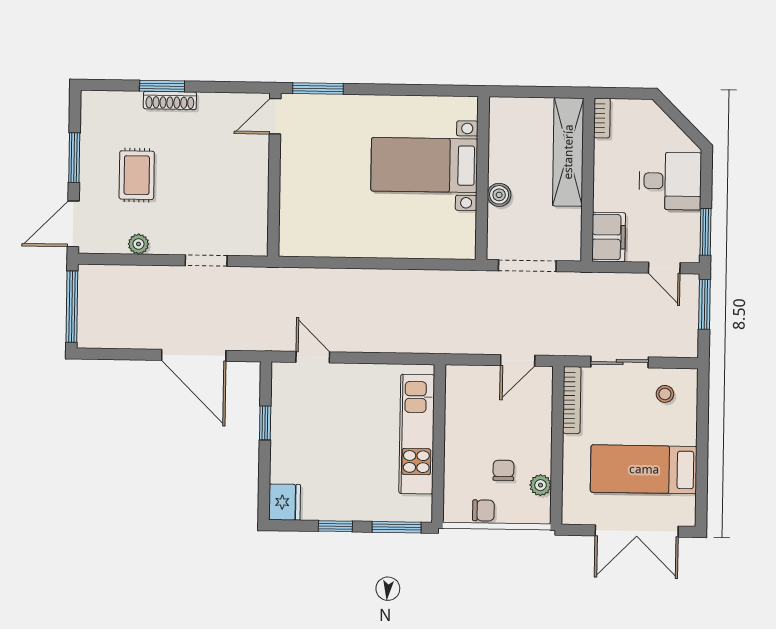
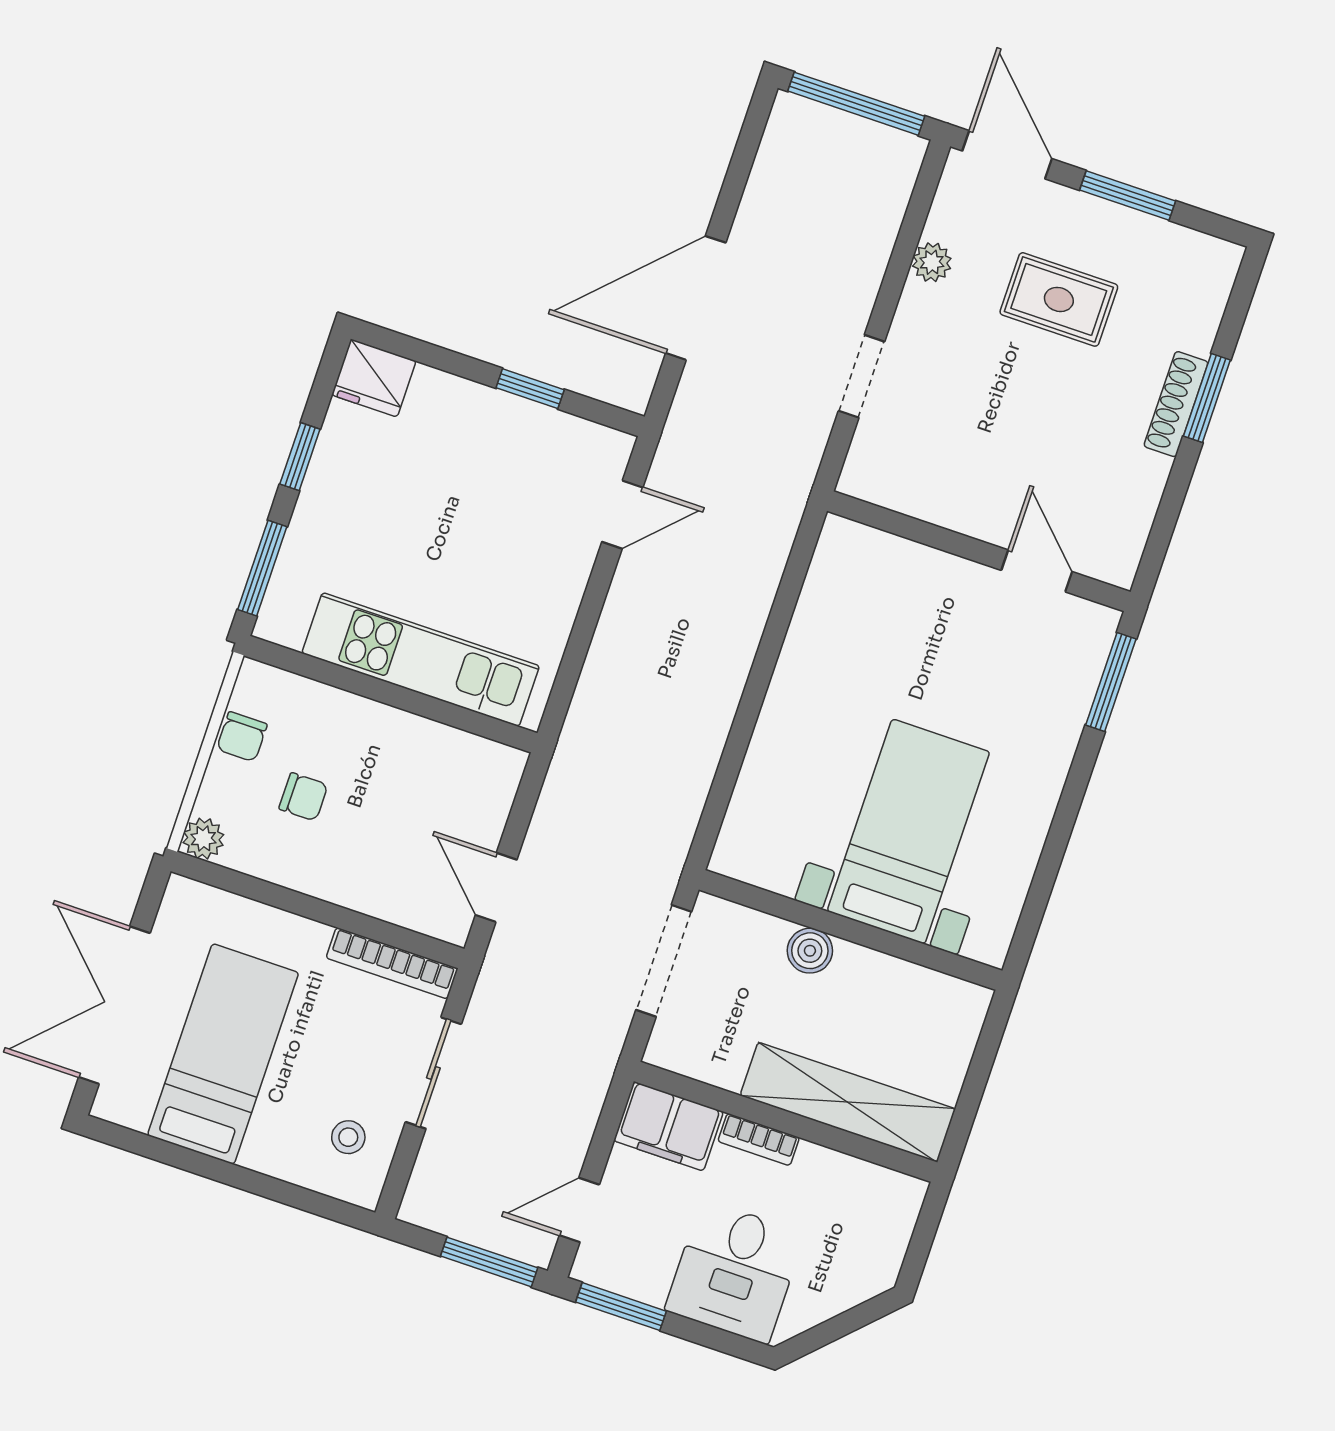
door: (275, 116) -> (1037, 571), moved
bookcase: (602, 118) -> (759, 1139), moved
plant: (540, 485) -> (203, 839), moved

